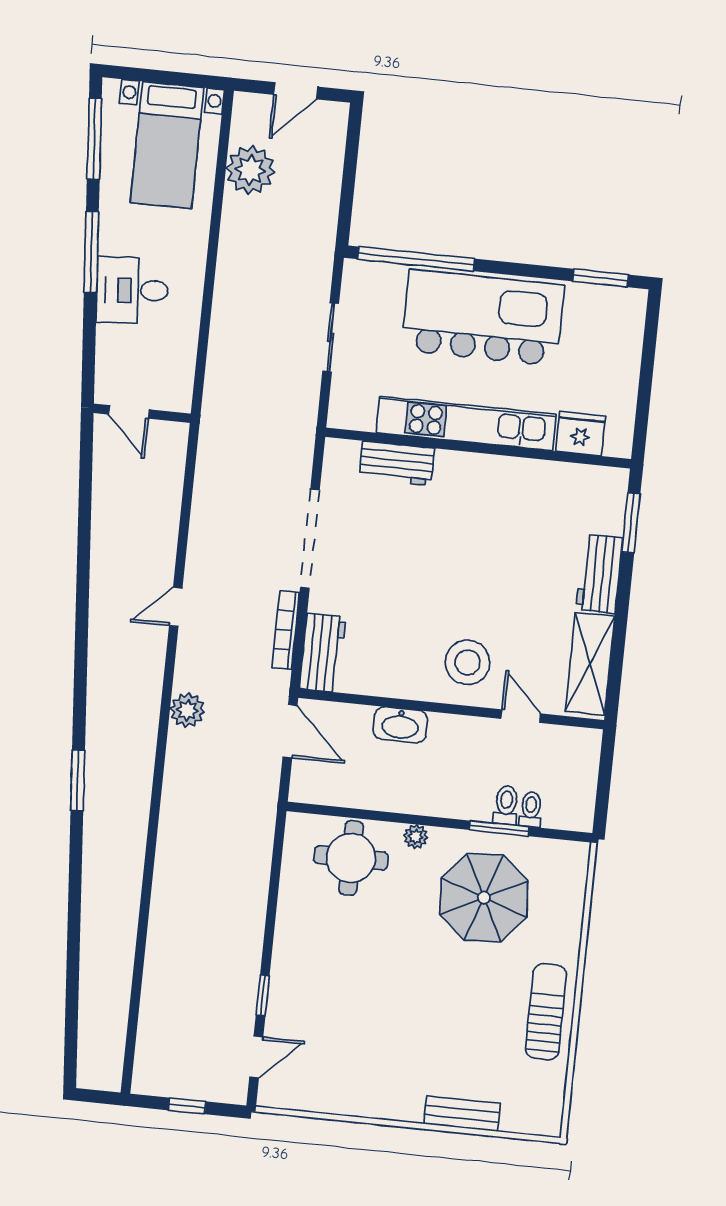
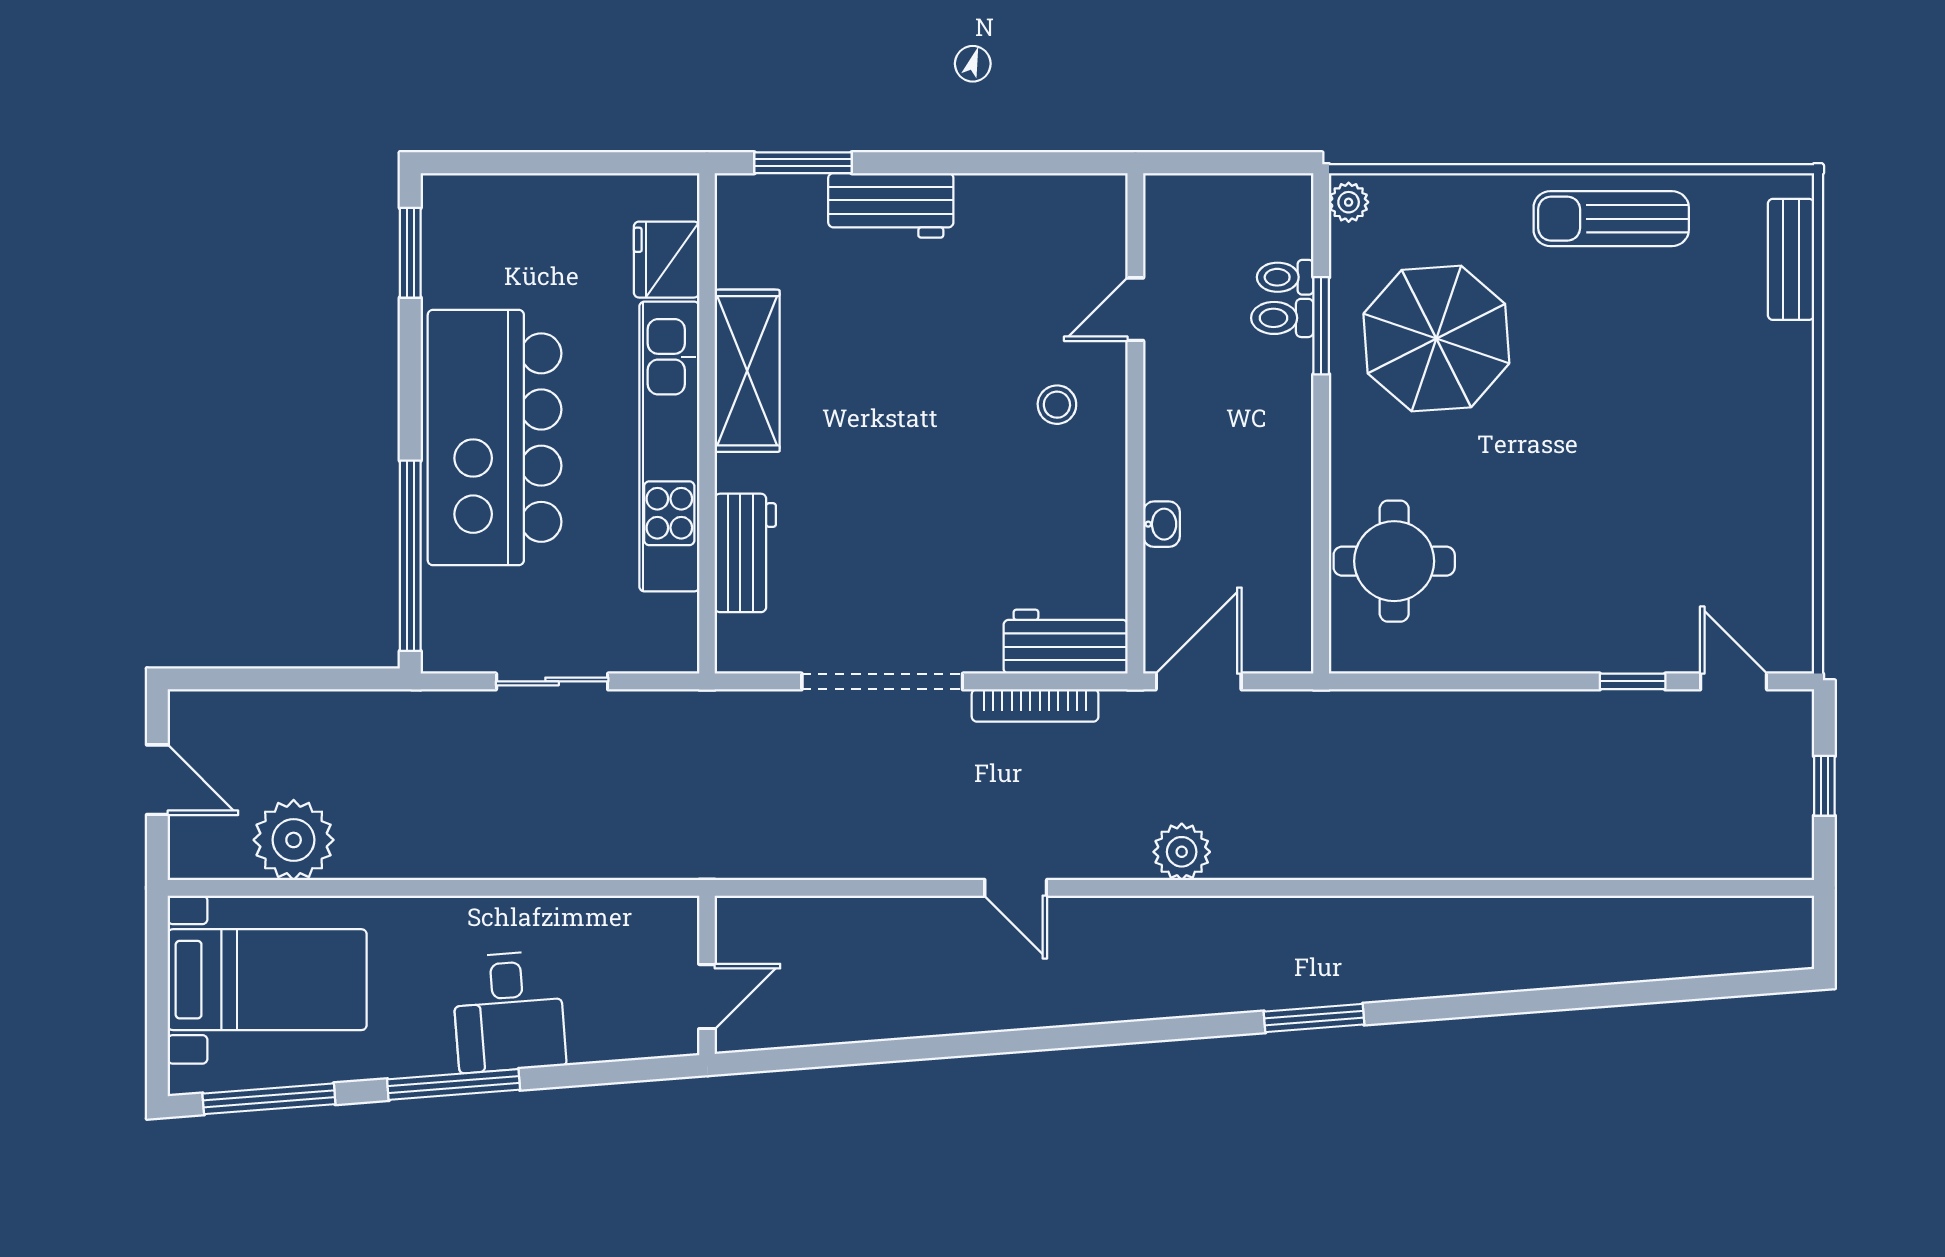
stool: (468, 662) -> (1057, 405), width x0.53, depth x0.53
shelving: (590, 664) -> (747, 371), moved, turned 90
washbasin: (400, 725) -> (1161, 524), width x0.52, depth x0.69
plant: (416, 837) -> (1349, 202), moved
bench: (462, 1114) -> (1791, 259), moved

